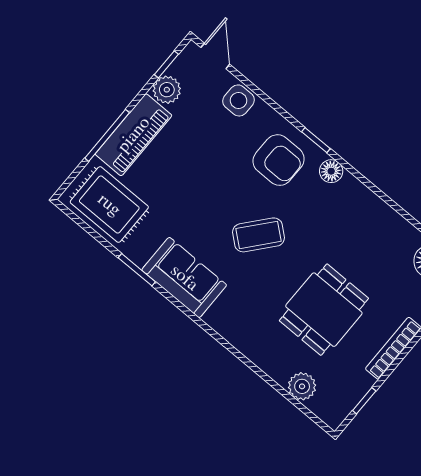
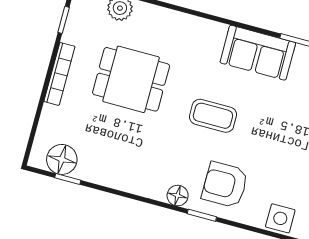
coffee table: (258, 235) -> (213, 116), turned 50
dining table: (324, 310) -> (131, 79), turned 90

